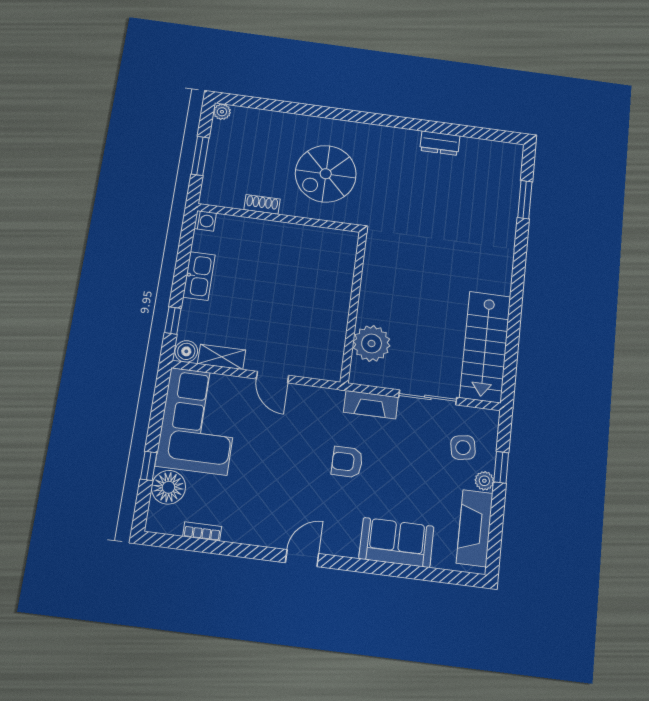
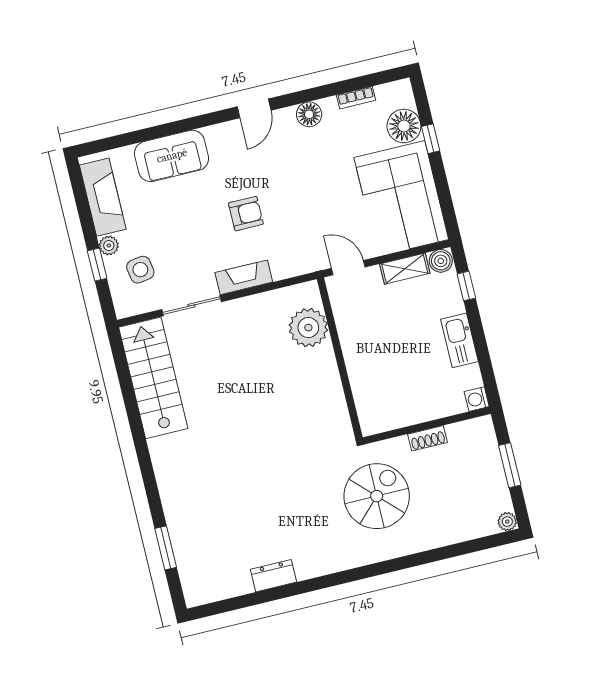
wall: (354, 306) -> (340, 358), moved
plant: (372, 343) -> (308, 328), moved
floor lamp: (253, 532) -> (309, 114), added

